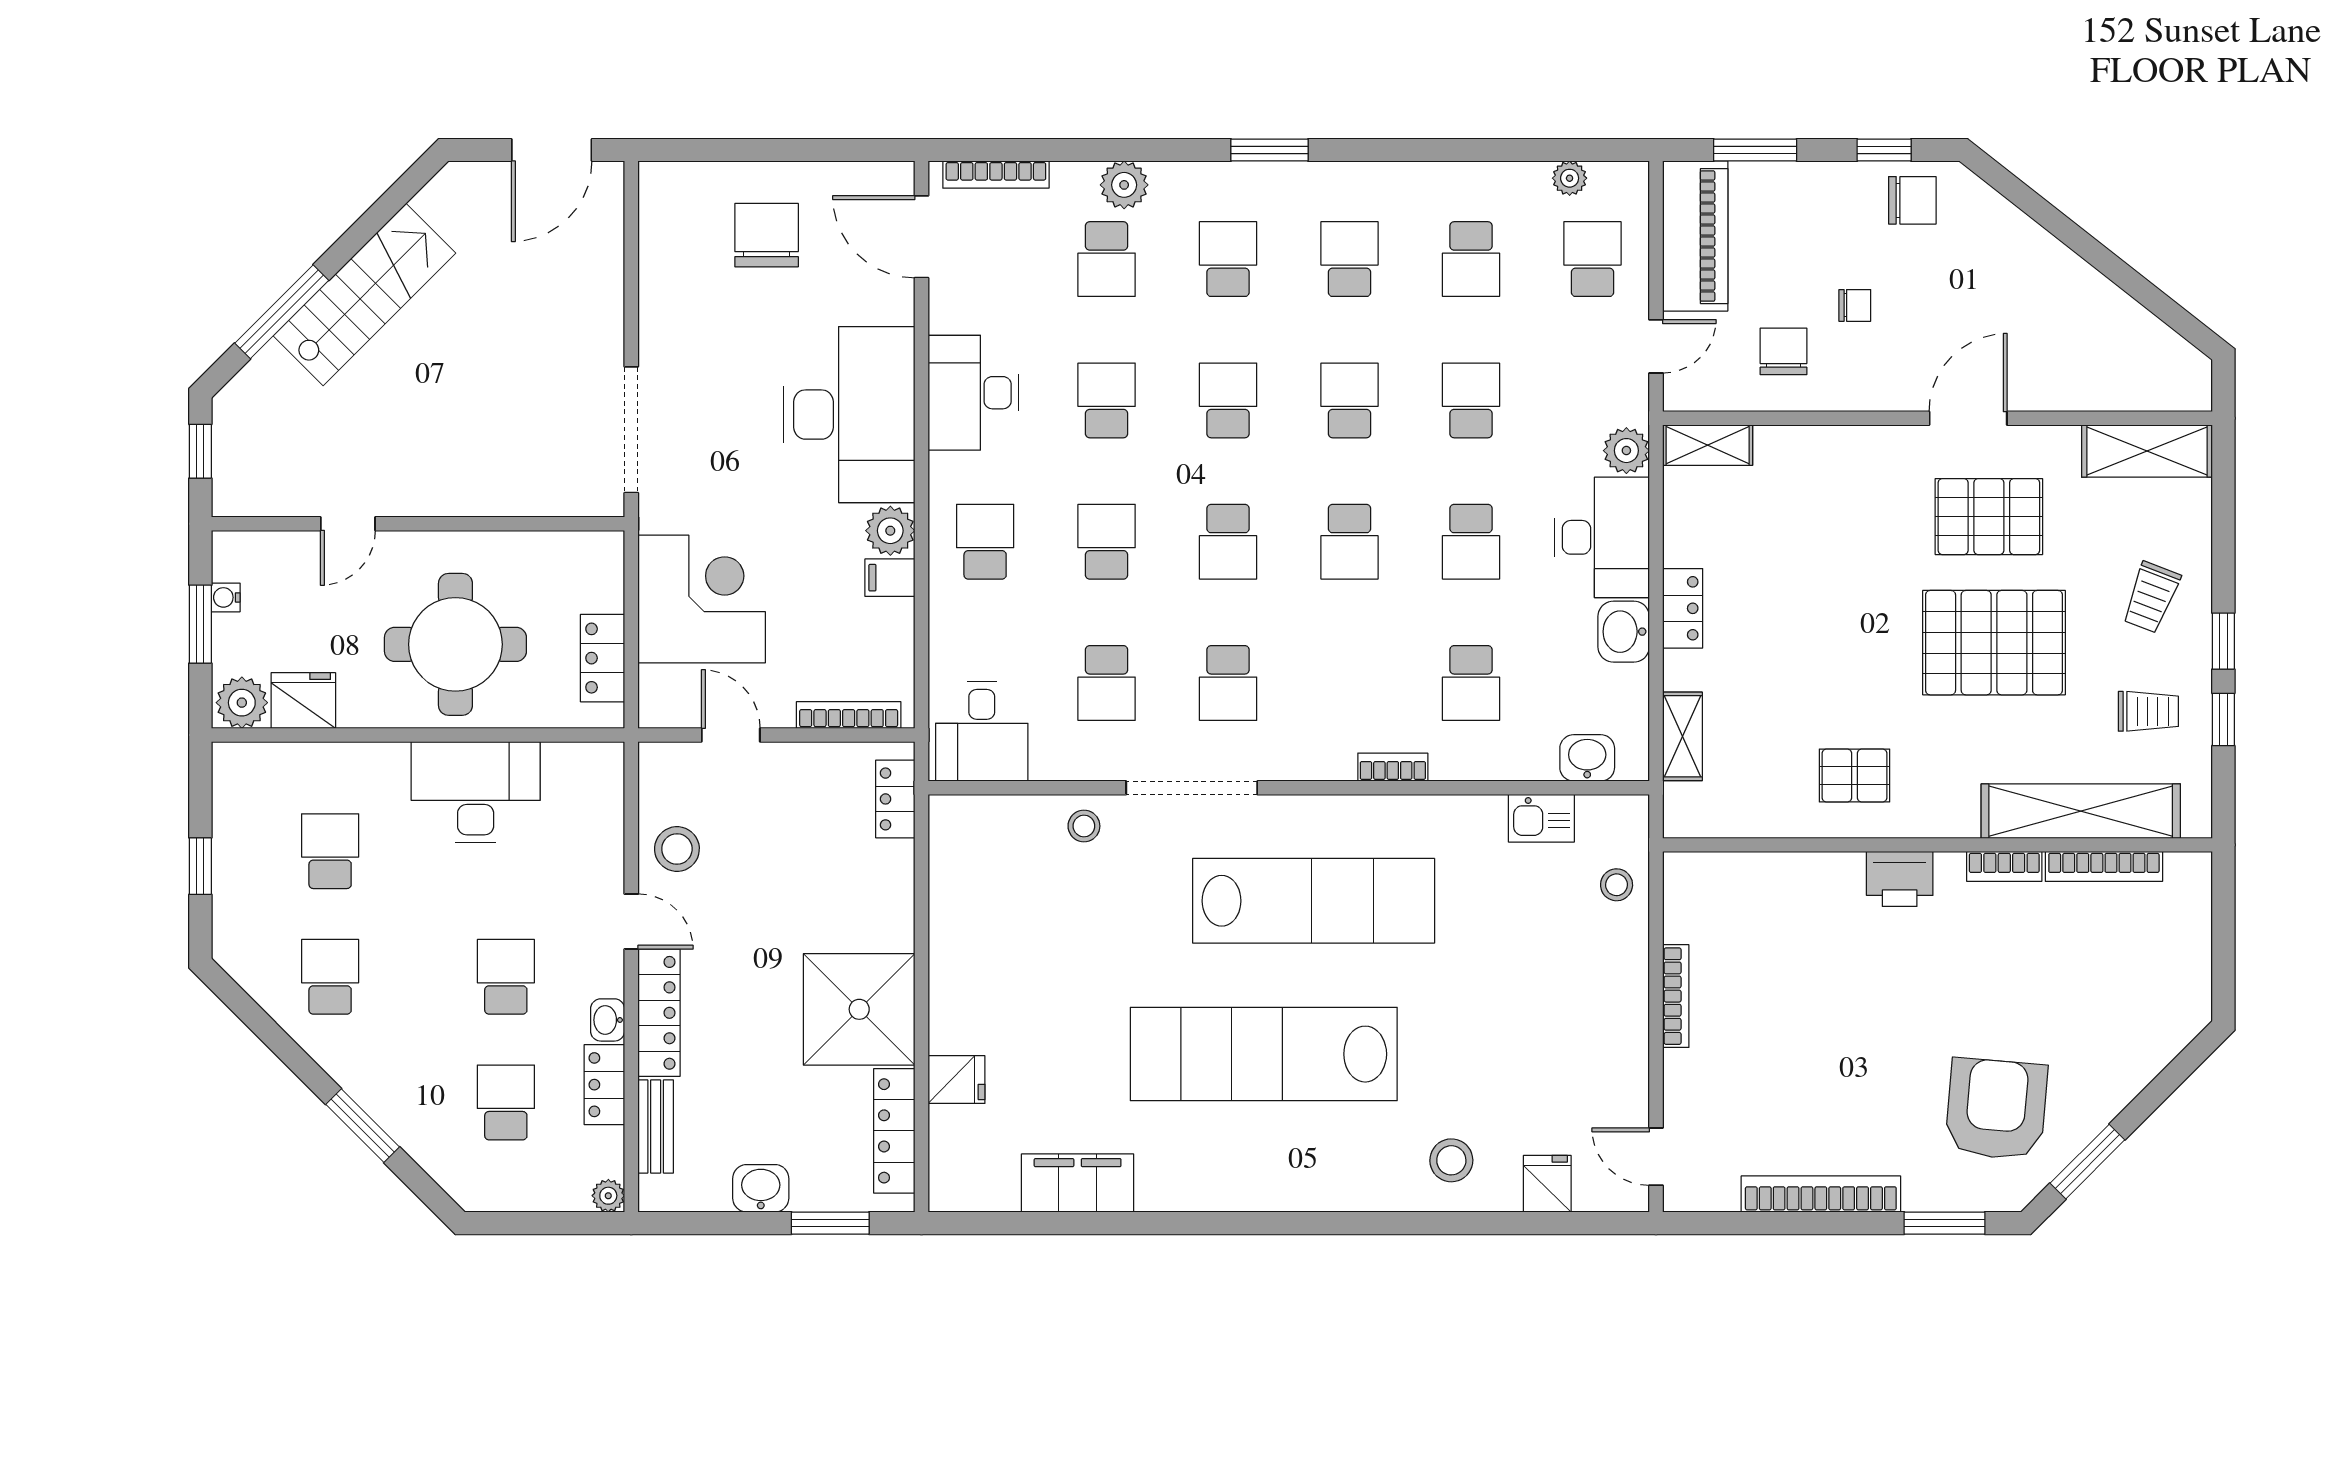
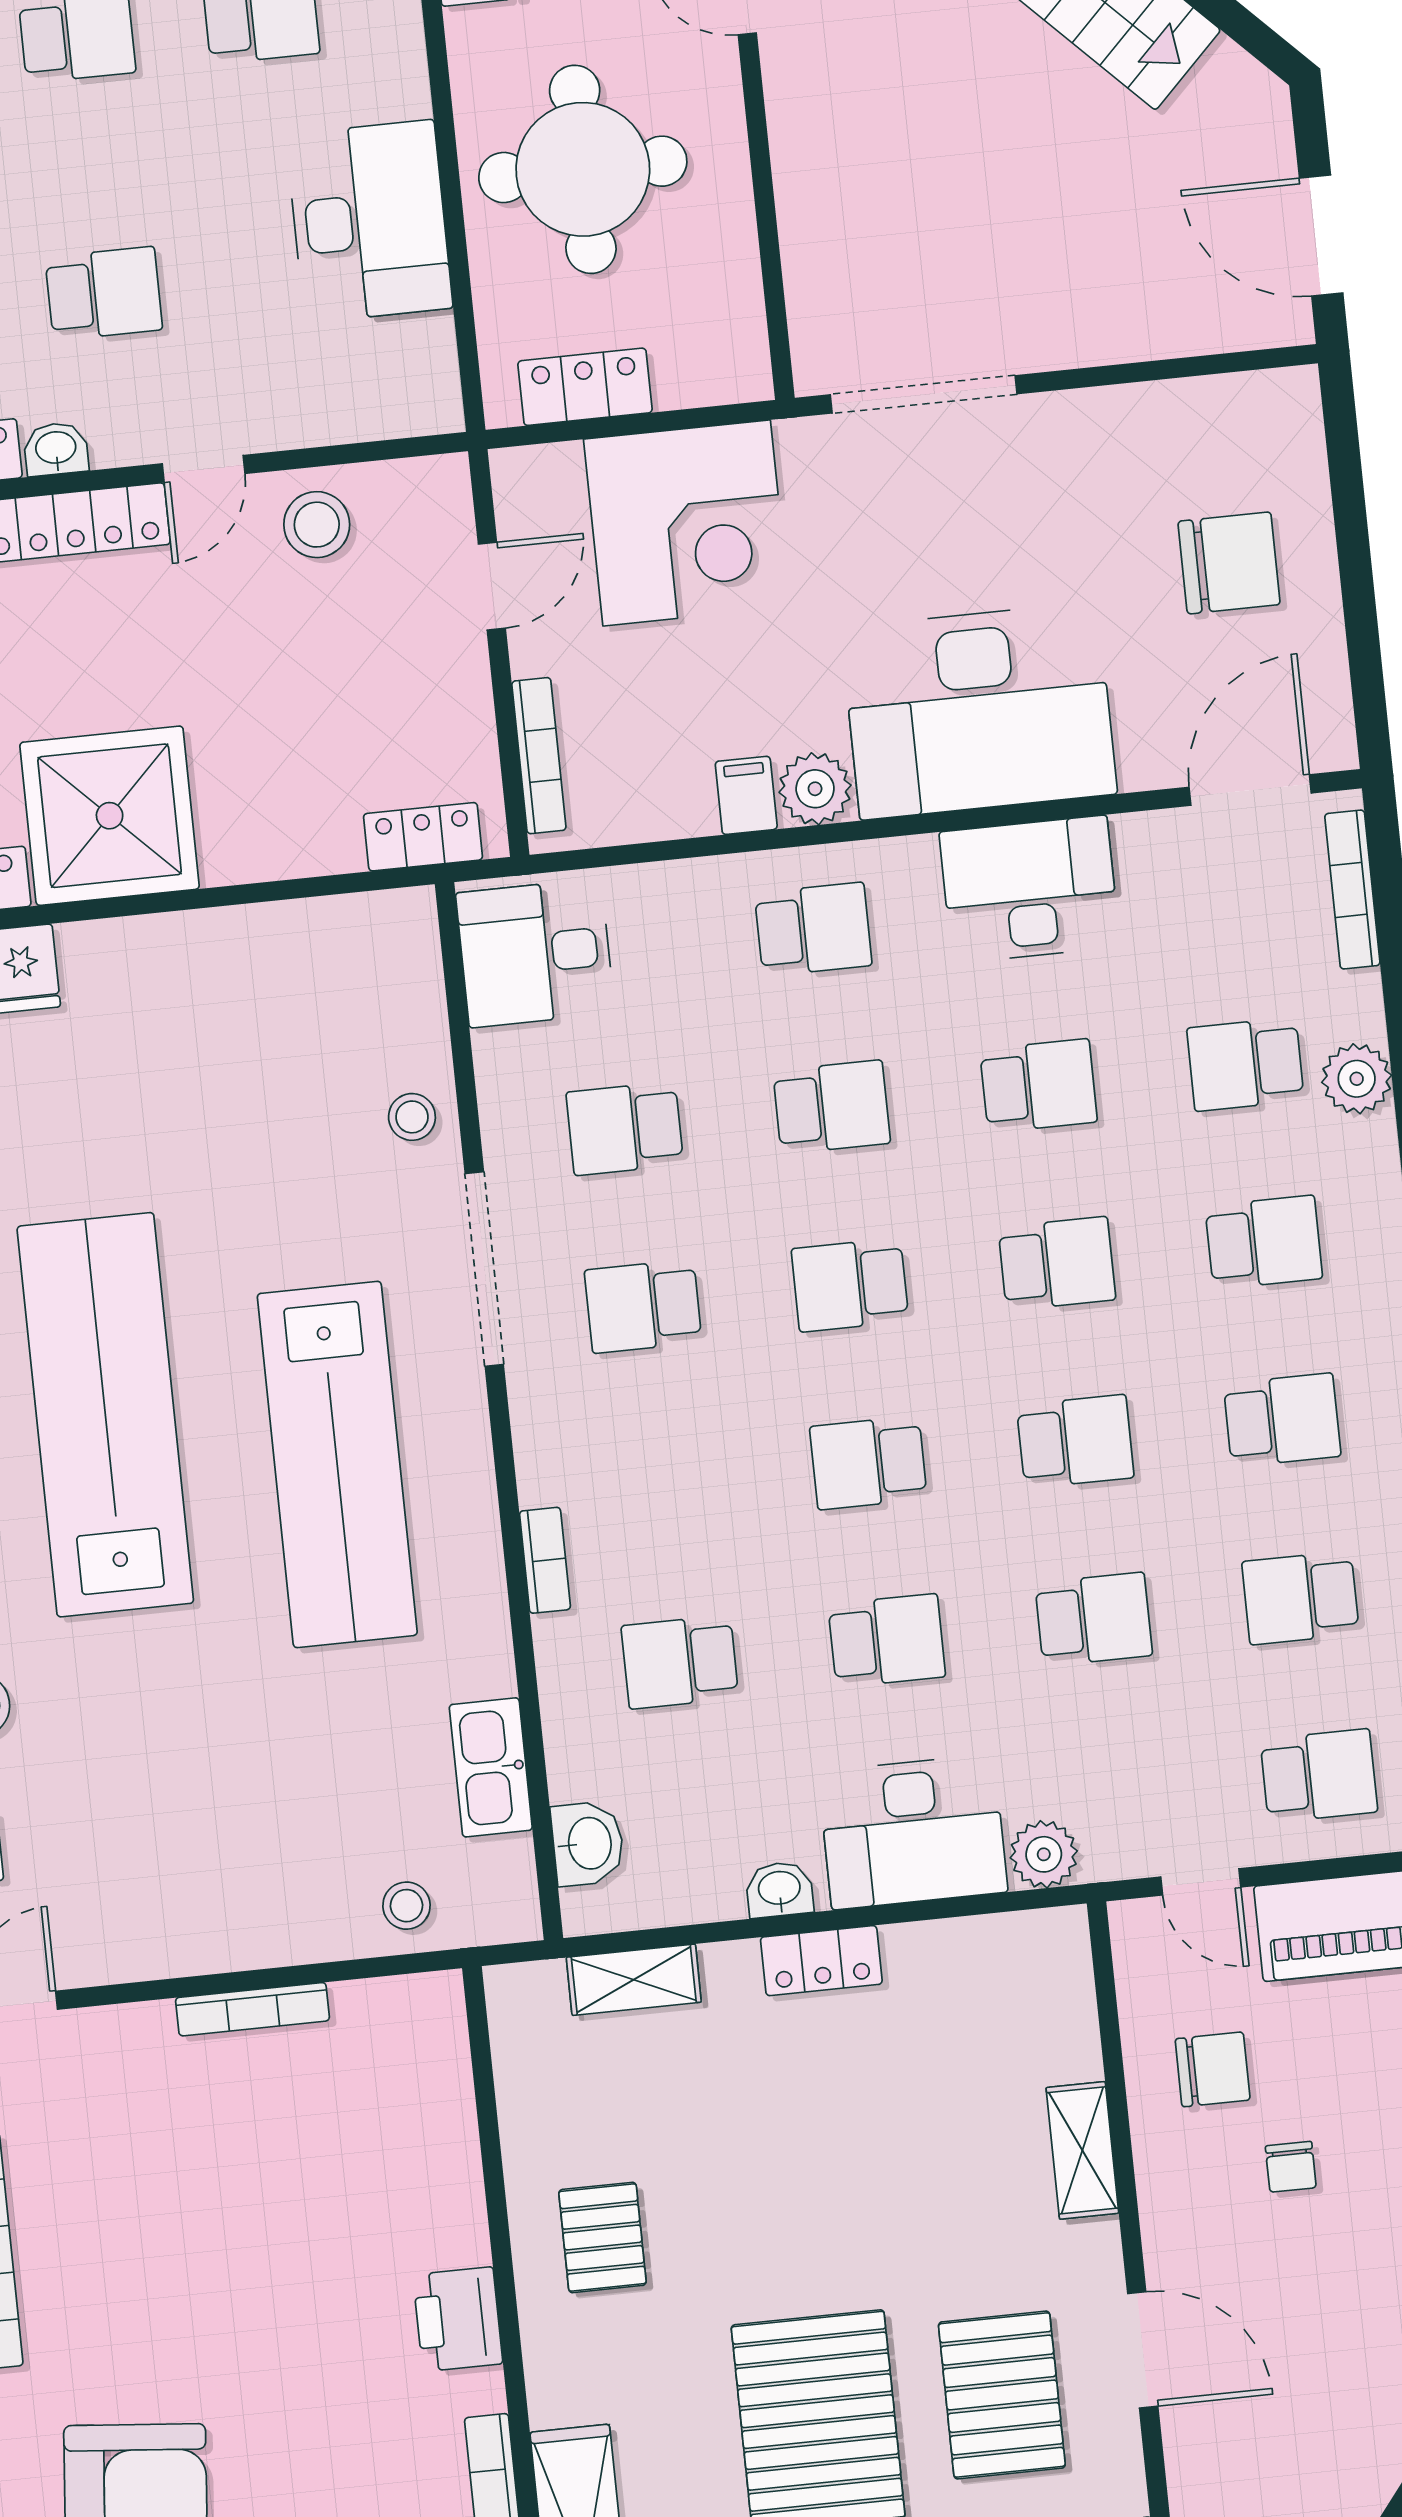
shelving: (1708, 445) -> (1082, 2150), moved
school desk: (1471, 542) -> (887, 1641), turned 180
washbasin: (1624, 632) -> (779, 1889), width x0.72, depth x0.69
kitchen sink: (1541, 818) -> (491, 1767), width x1.38

